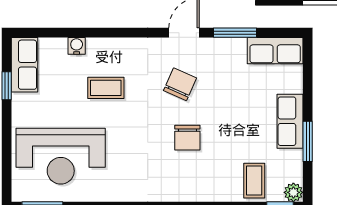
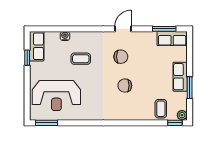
window: (235, 33) -> (164, 29), moved
chair: (180, 84) -> (121, 57), turned 66
chair: (187, 138) -> (125, 86), turned 90

